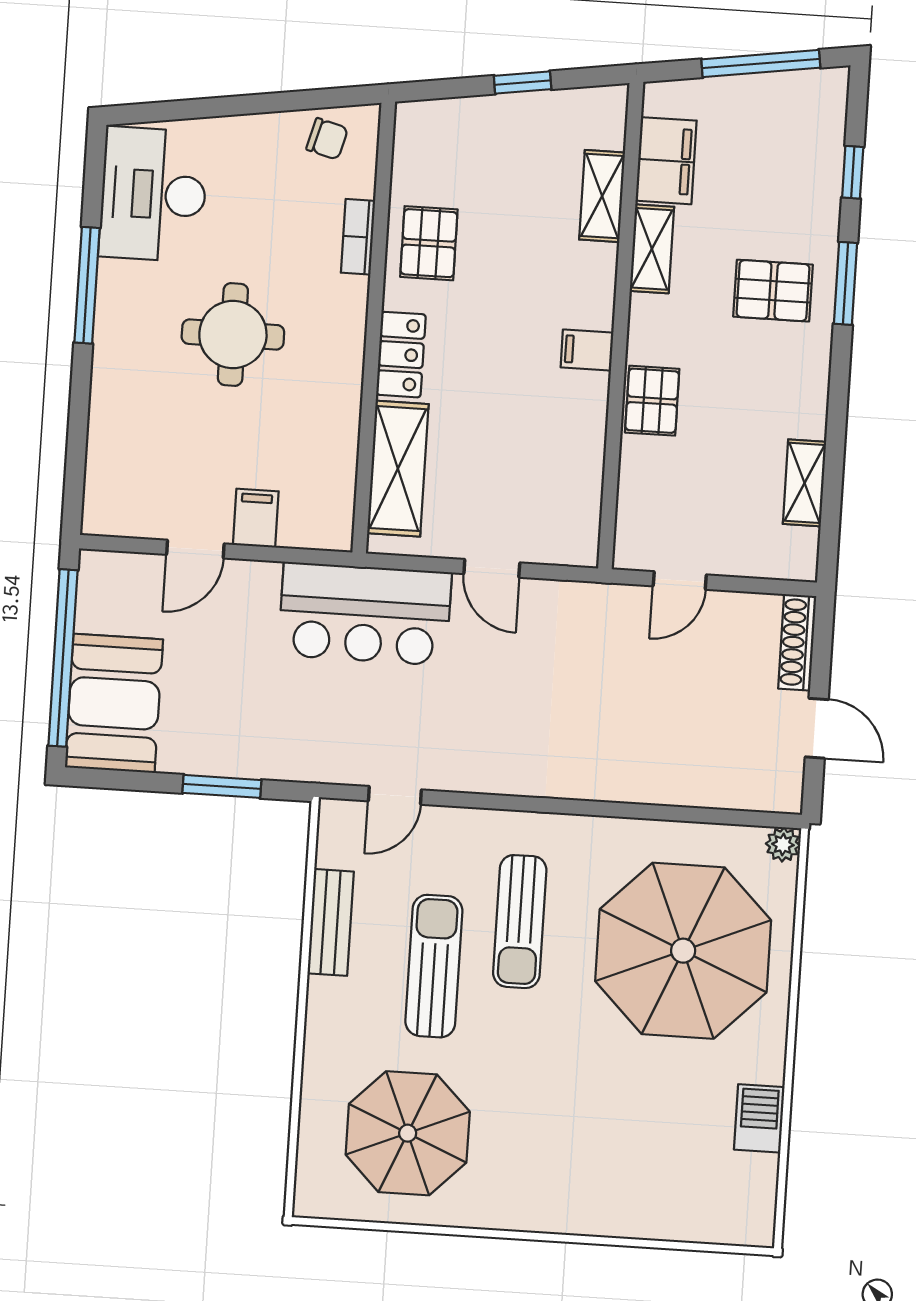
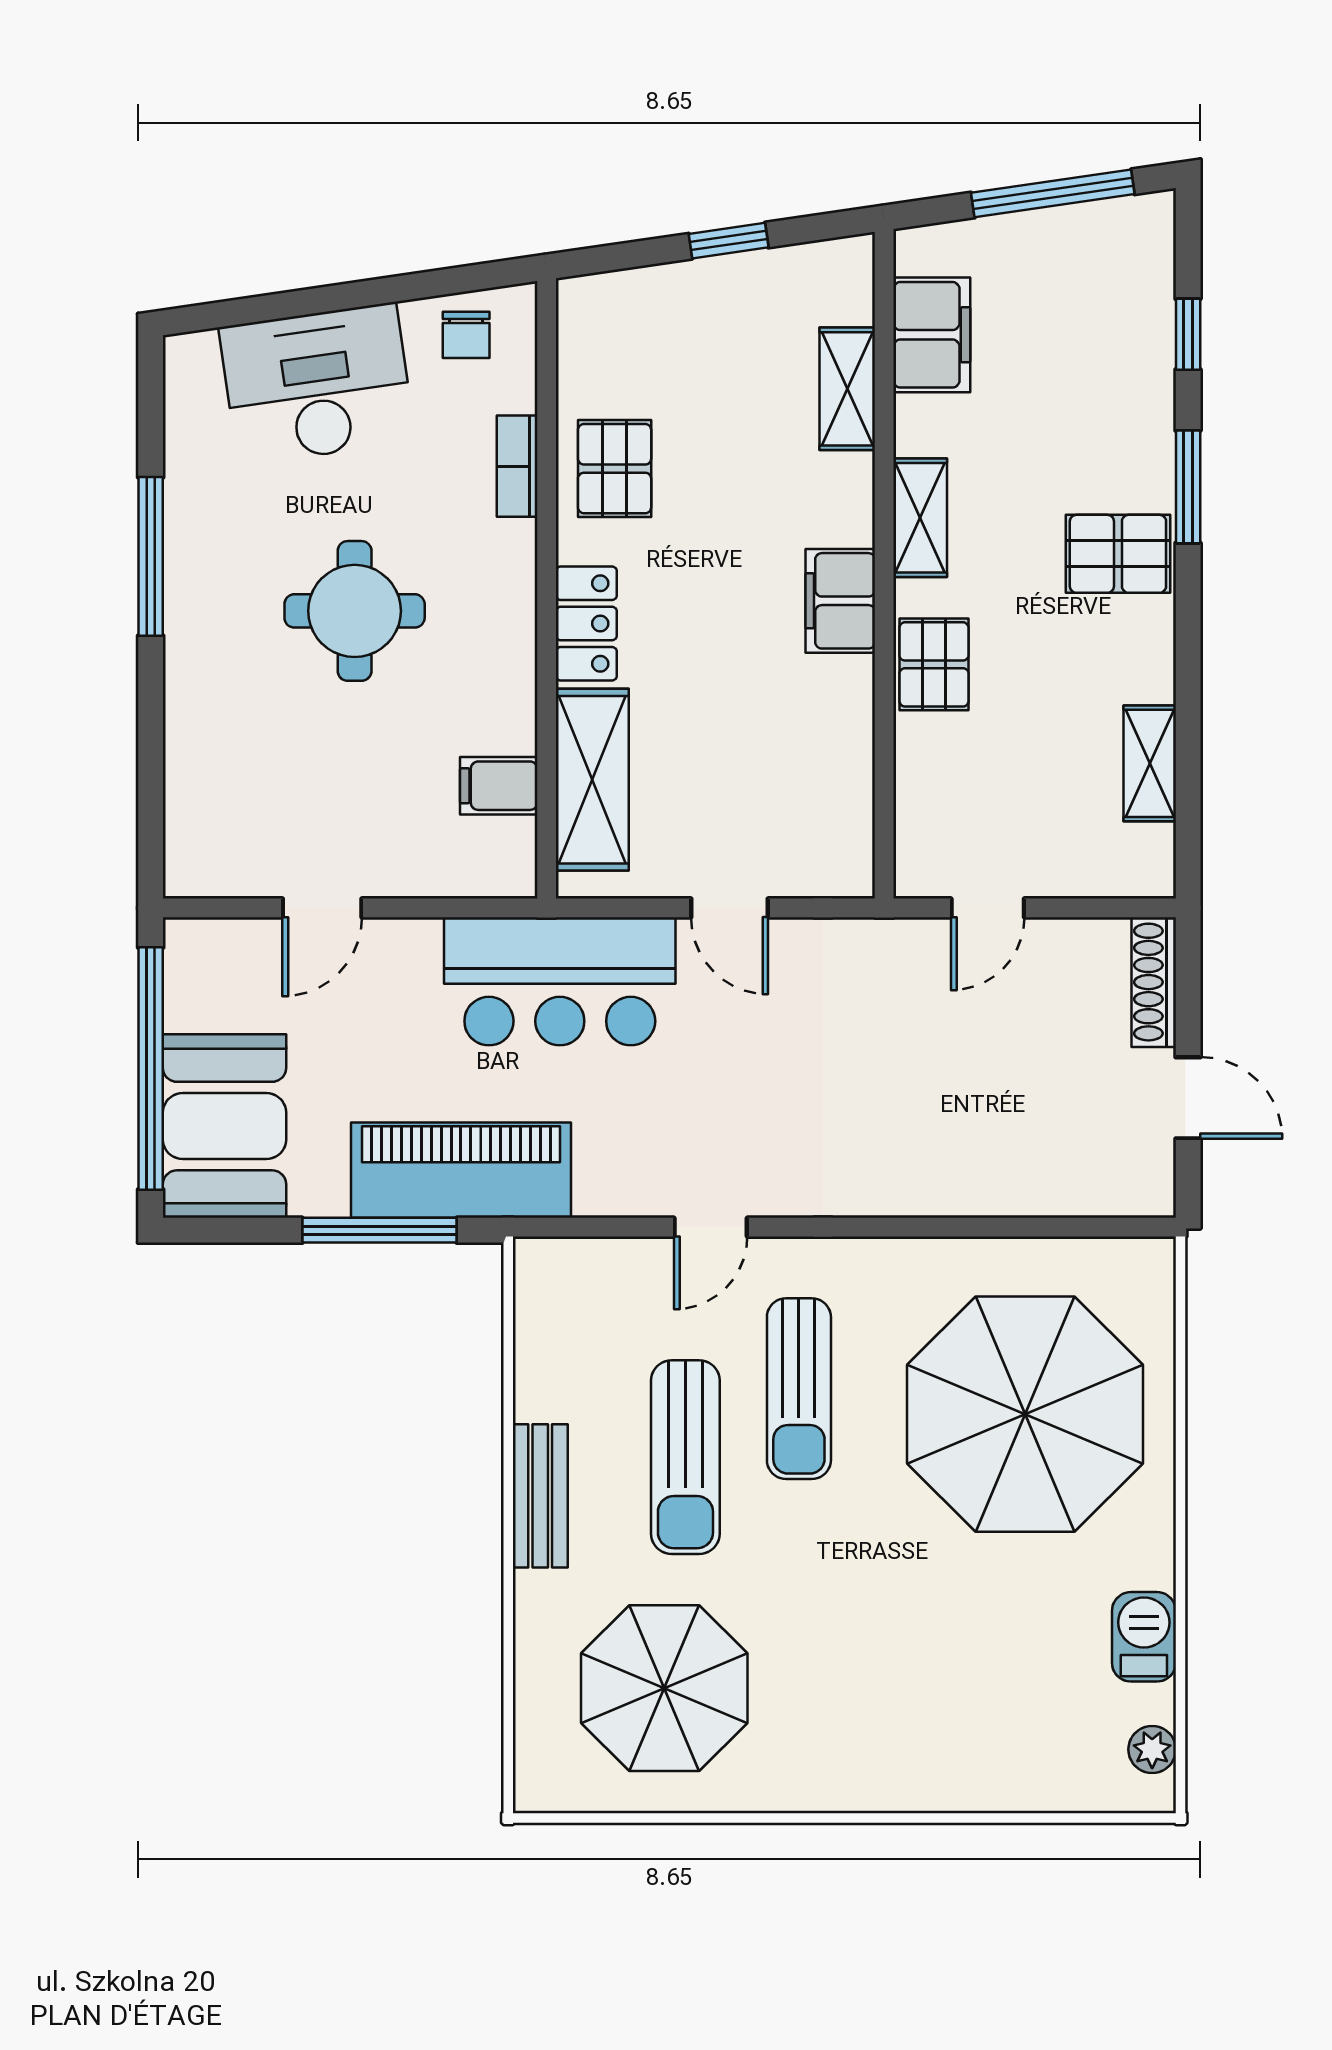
chair: (327, 139) -> (466, 335), turned 75
desk: (153, 194) -> (317, 384), moved, turned 82
shelving: (652, 249) -> (920, 518), moved
pallet: (773, 291) -> (1118, 554), moved
filing cabinet: (587, 350) -> (840, 601), width x2.00
filing cabinet: (256, 518) -> (499, 786), moved, turned -90
piano: (284, 747) -> (461, 1170), added
window: (222, 786) -> (379, 1230), width x1.44
door: (395, 795) -> (711, 1227), moved
plant: (783, 845) -> (1152, 1749), moved
bench: (331, 922) -> (540, 1496), moved
sun lounger: (434, 966) -> (685, 1457), turned 180

